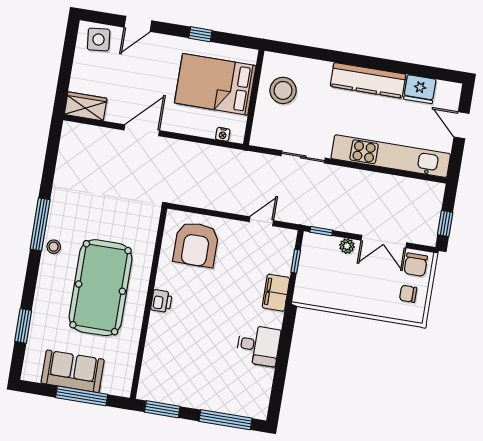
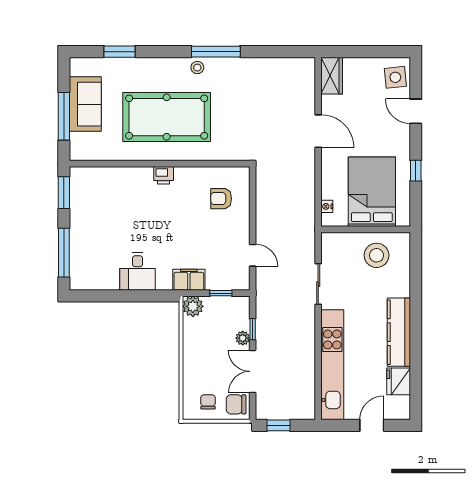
window: (321, 231) -> (253, 329), moved
armchair: (196, 244) -> (221, 199), width x0.53, depth x0.53
plant: (305, 293) -> (193, 306), added

